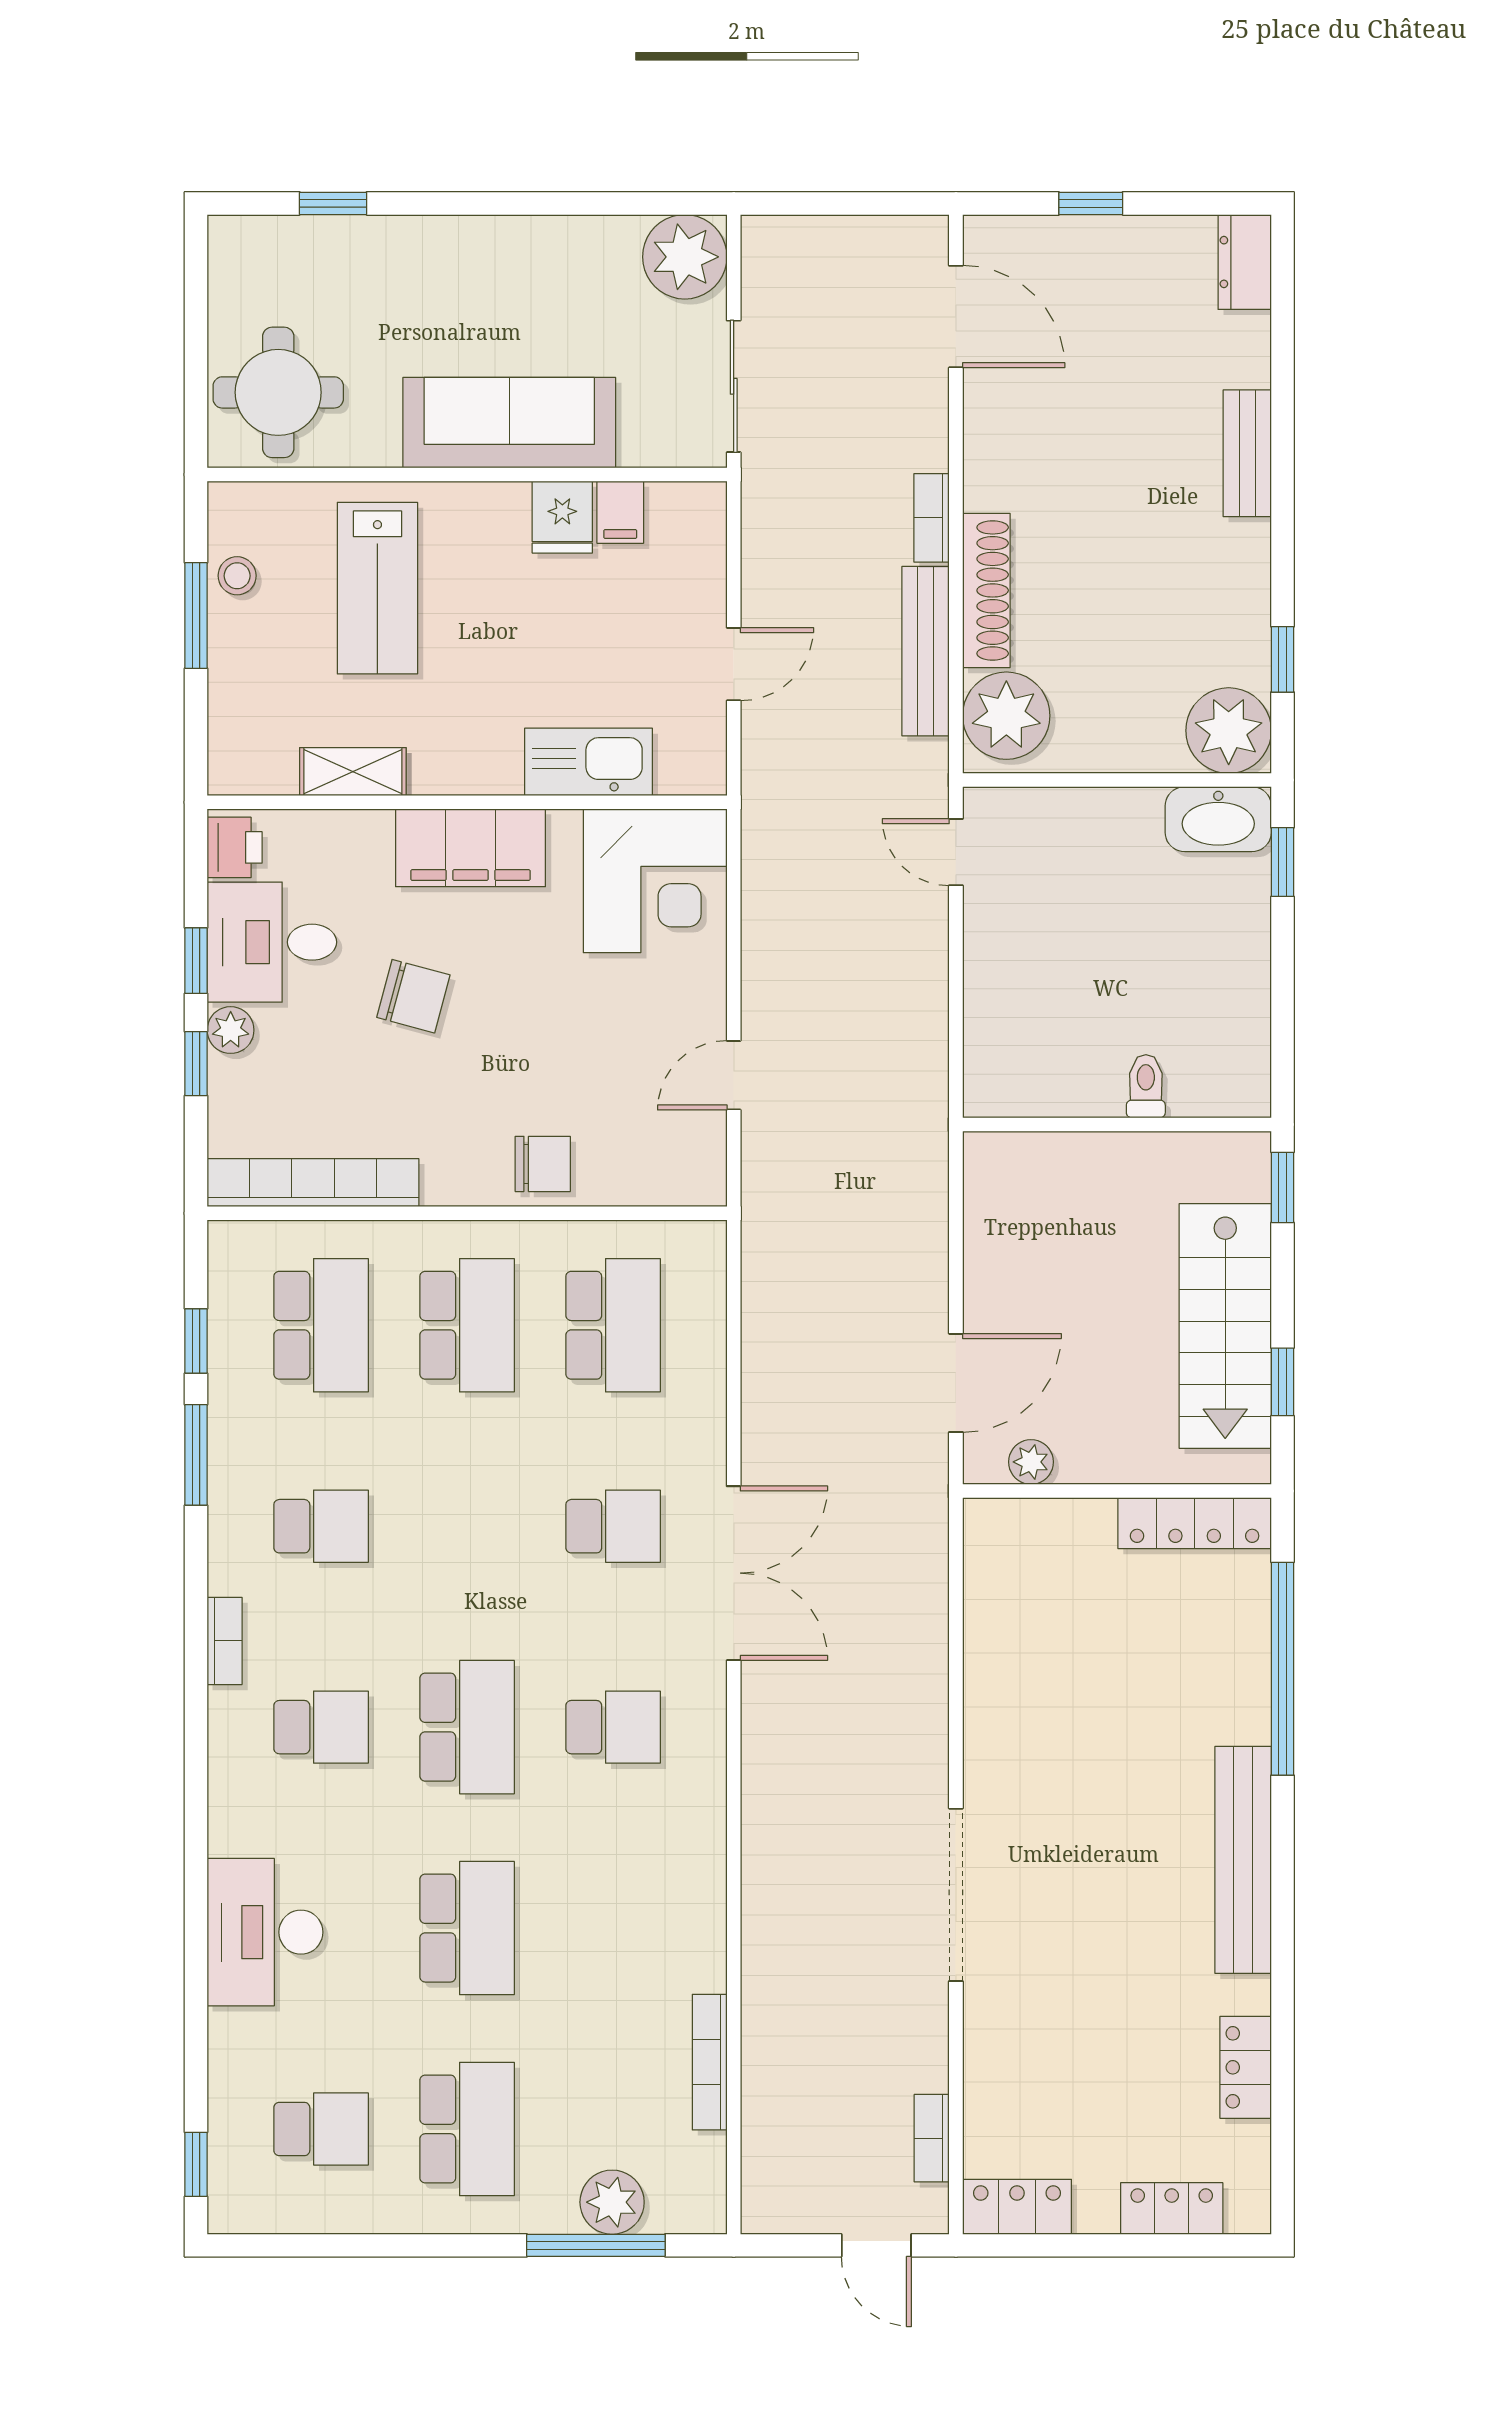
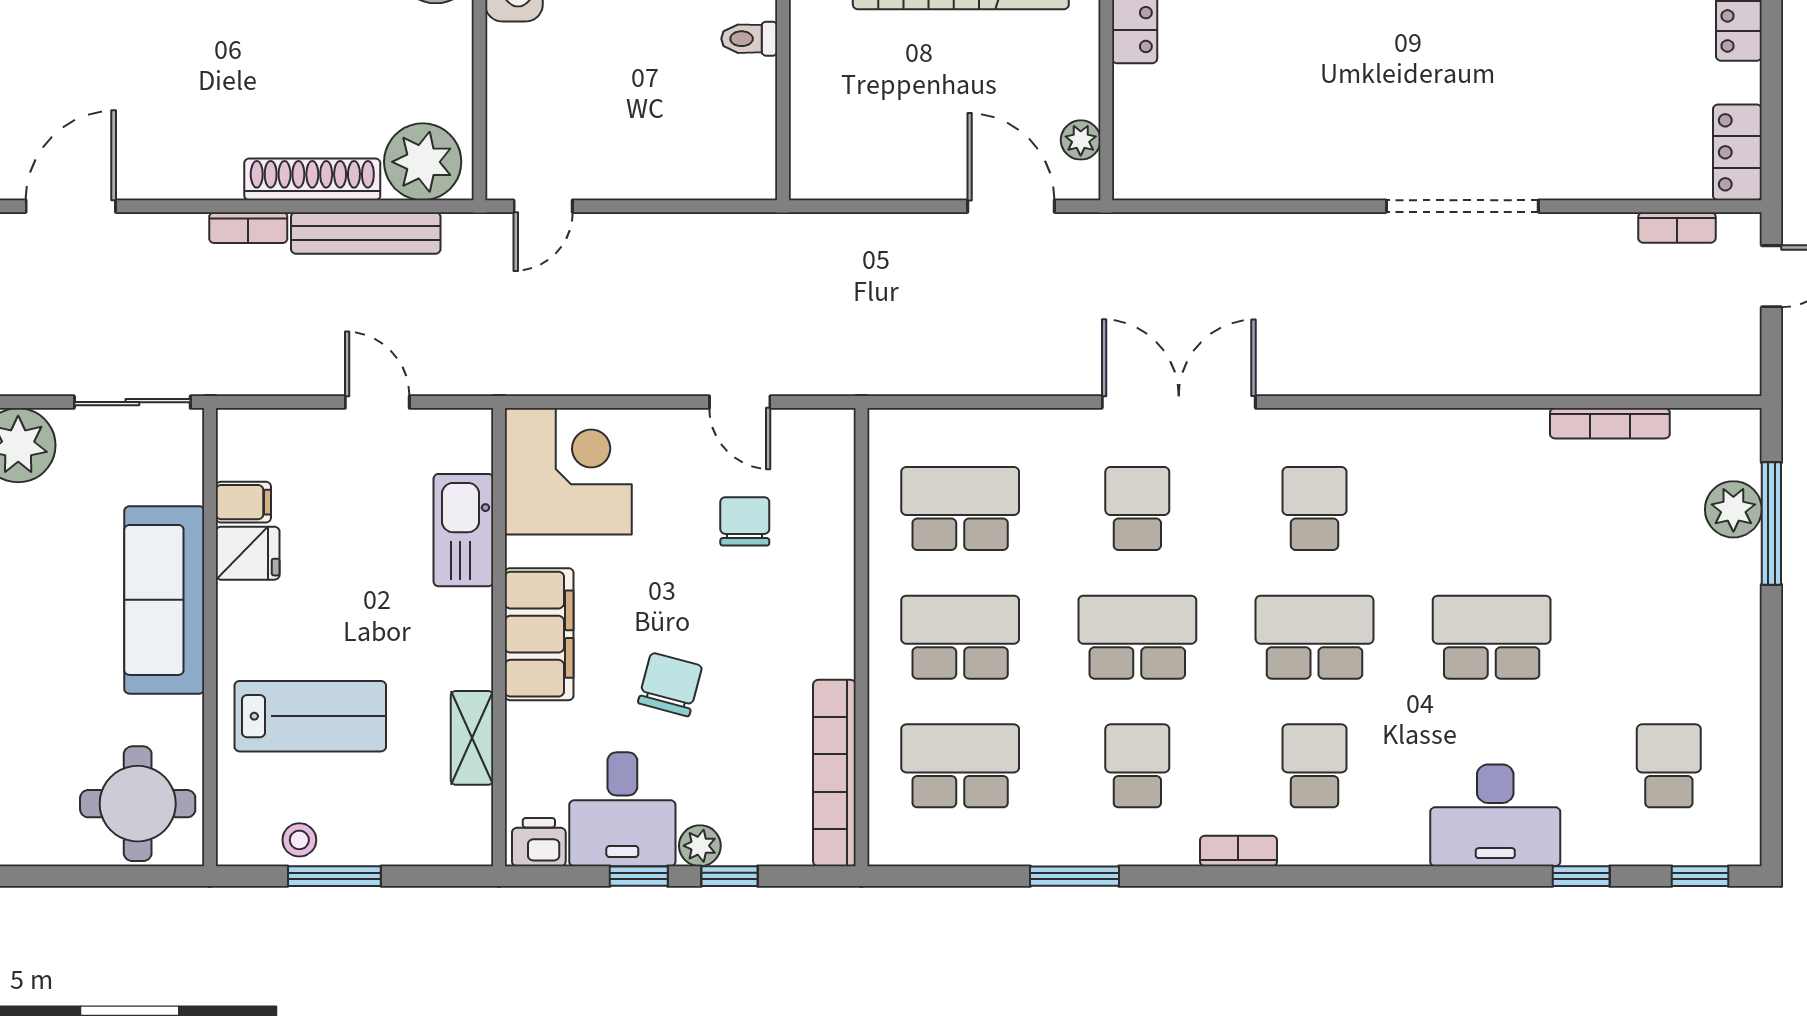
chair: (543, 1164) -> (745, 521), moved
window: (196, 1341) -> (1581, 876), moved
school desk: (467, 2129) -> (1137, 637), moved

